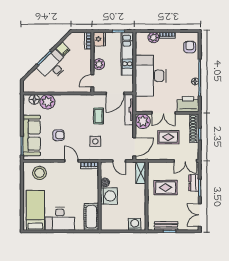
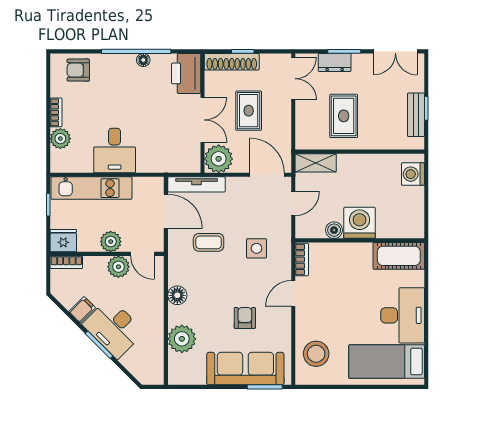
plant: (86, 68) -> (118, 267), added
desk: (151, 76) -> (115, 150), width x0.53, depth x0.77
floor lamp: (34, 99) -> (177, 295), moved

